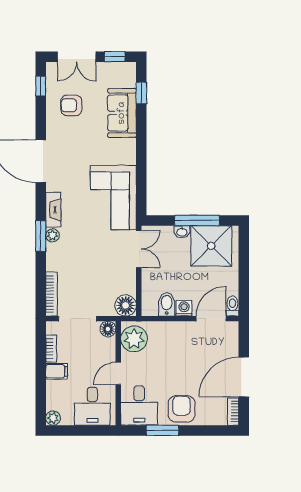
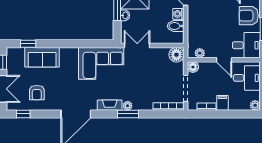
plant: (134, 339) -> (200, 53), width x0.53, depth x0.53

